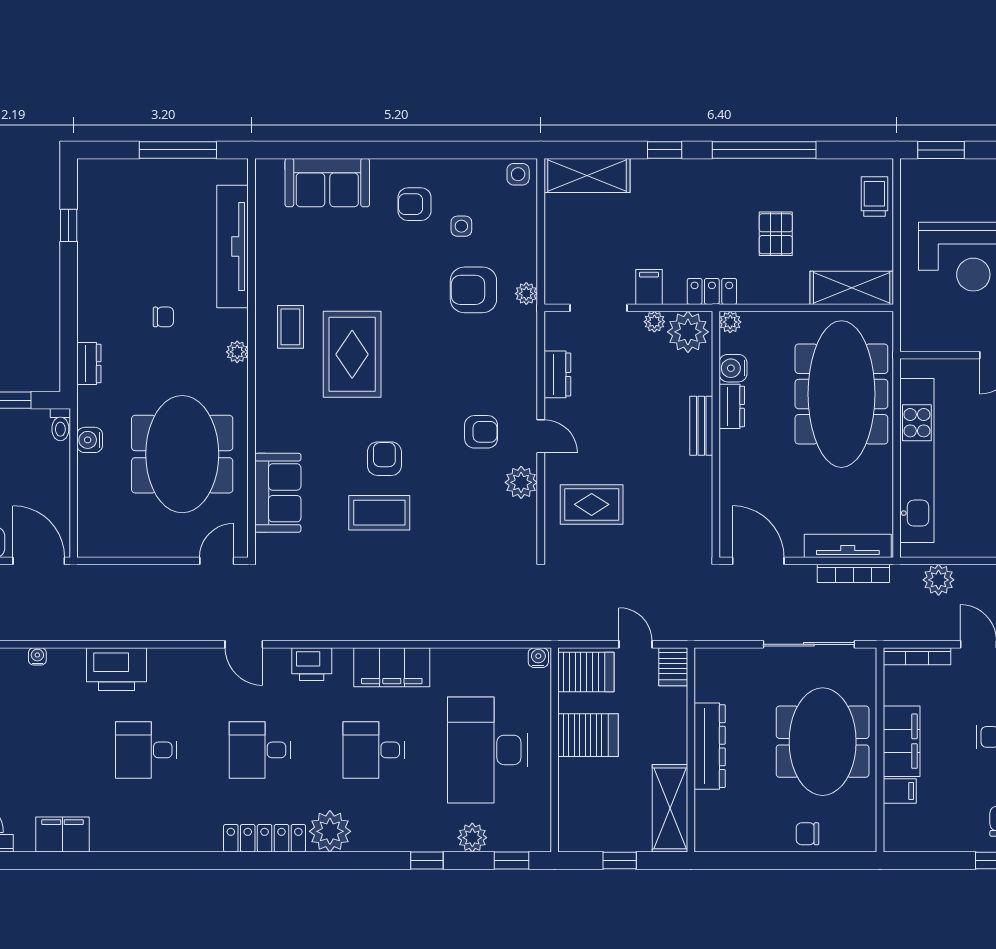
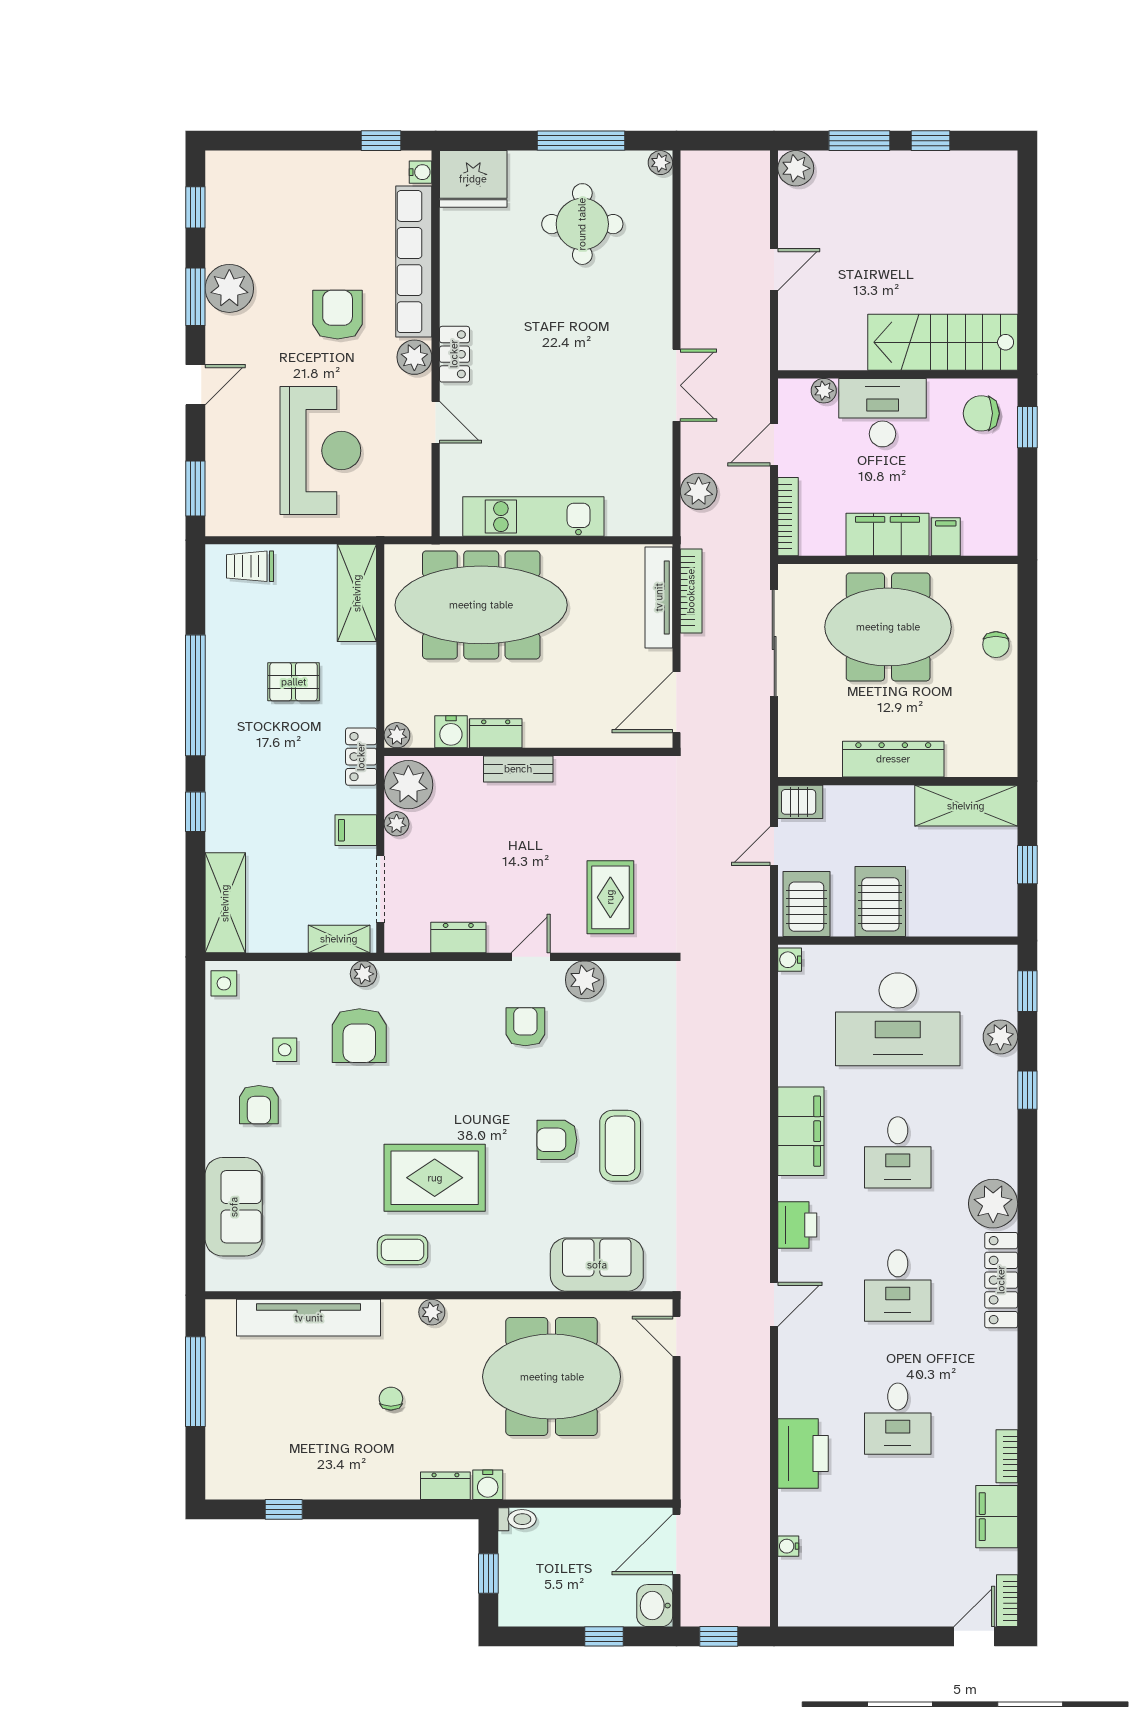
shelving: (556, 273) -> (339, 939), added
water cooler: (90, 440) -> (488, 1485), moved
kitchen unit: (917, 461) -> (533, 517), width x0.73
bookcase: (114, 843) -> (1007, 1456), added

